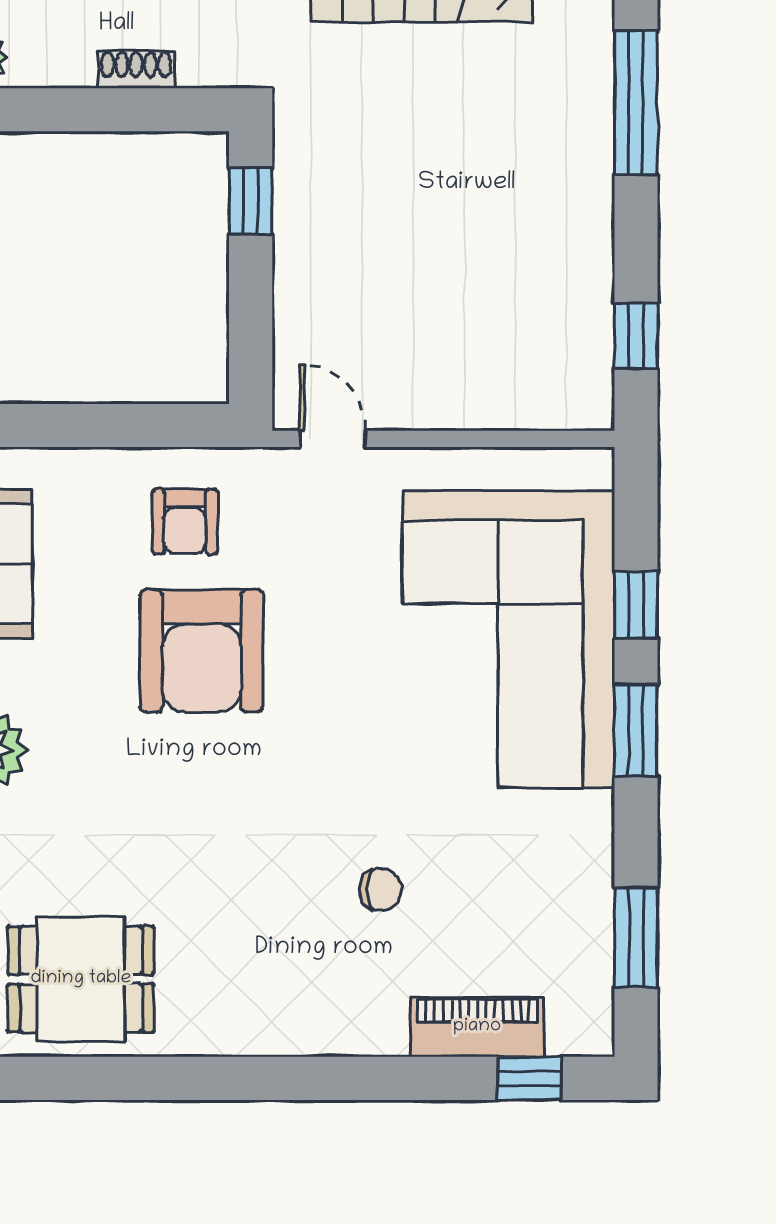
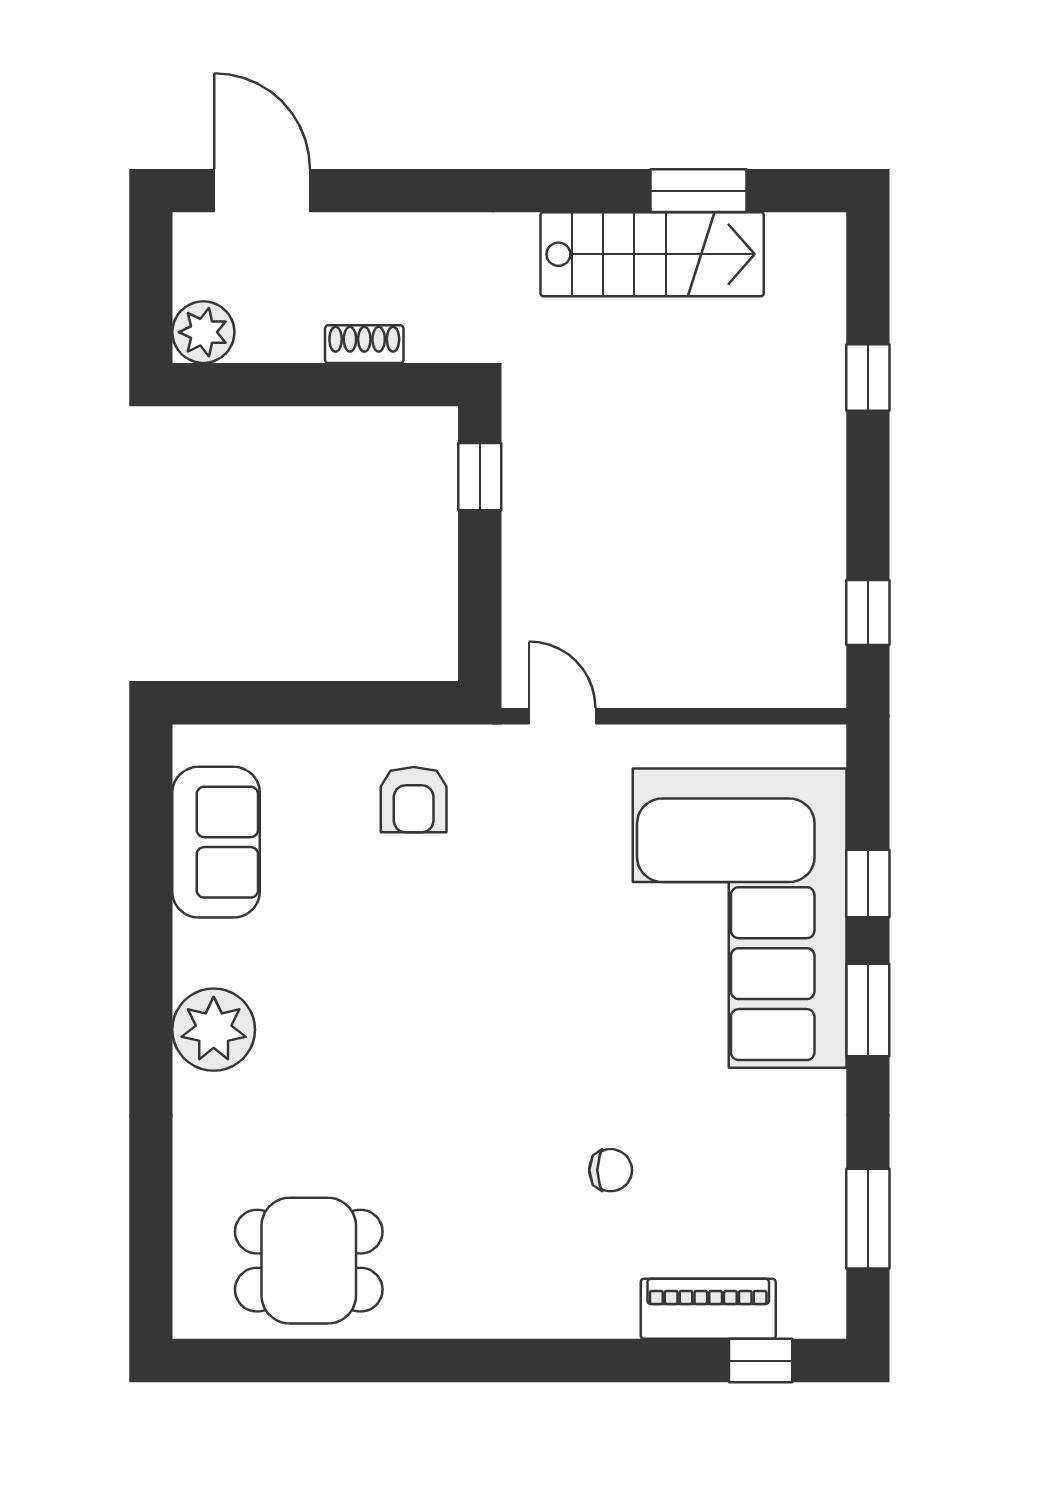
window: (636, 103) -> (868, 377), width x0.46
armchair: (202, 651) -> (430, 930), removed

